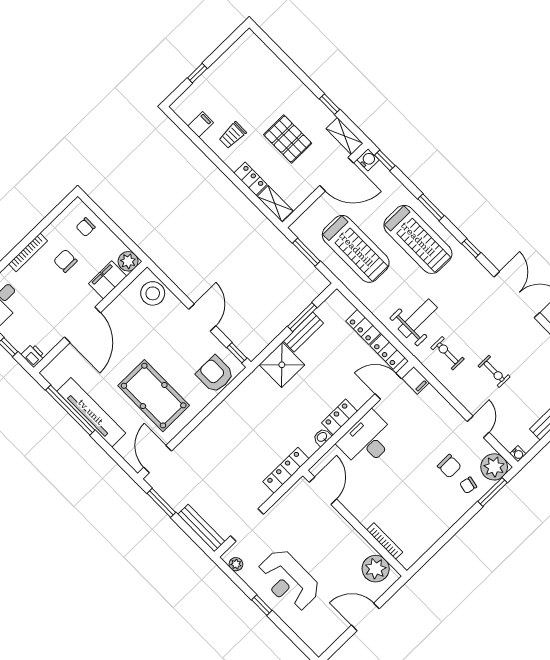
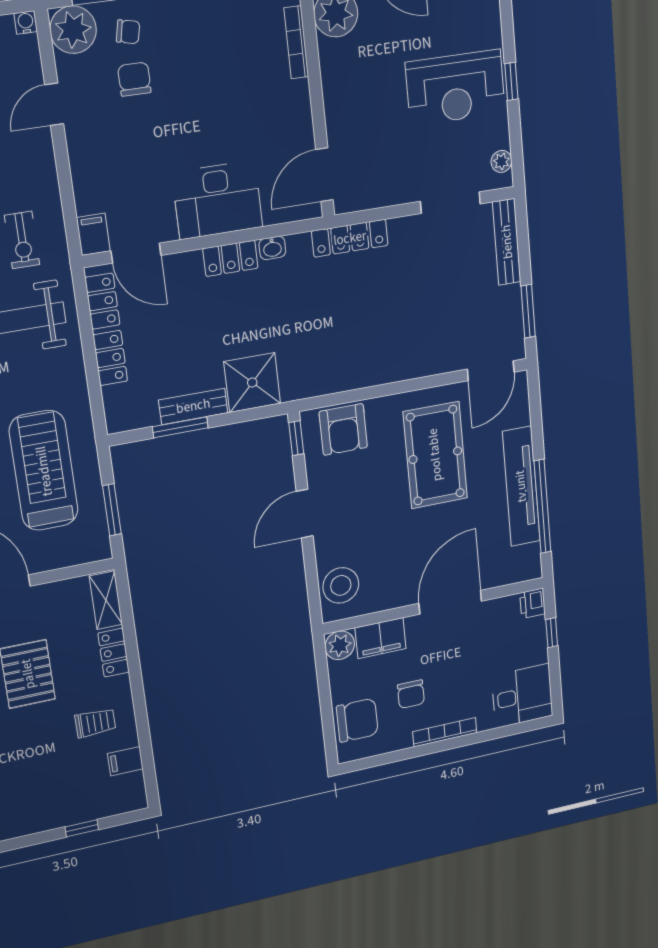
chair: (86, 227) -> (357, 720), width x1.87, depth x1.87
reception desk: (288, 580) -> (455, 88), turned 90

